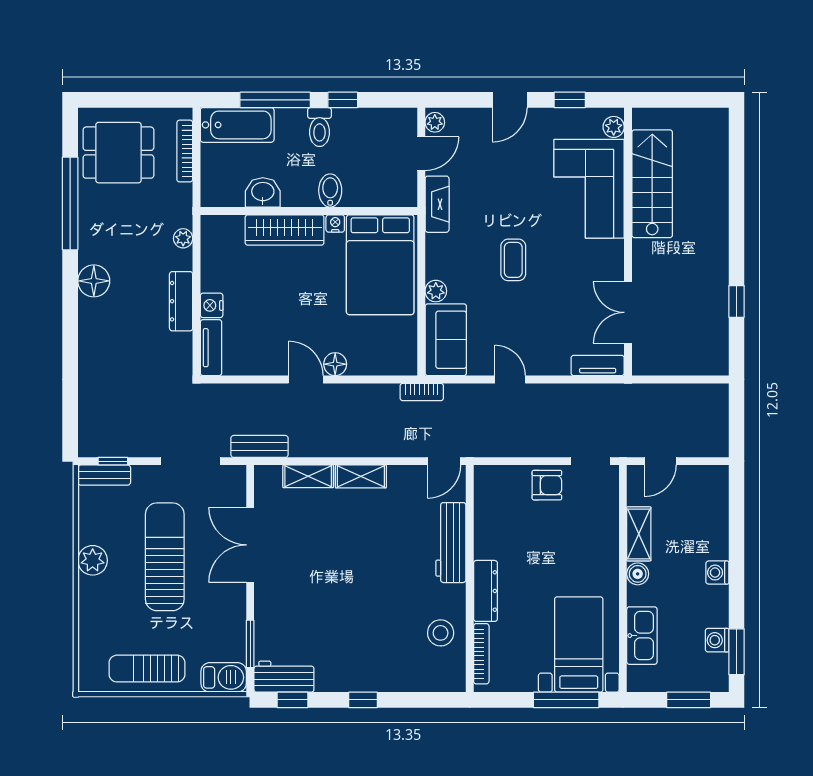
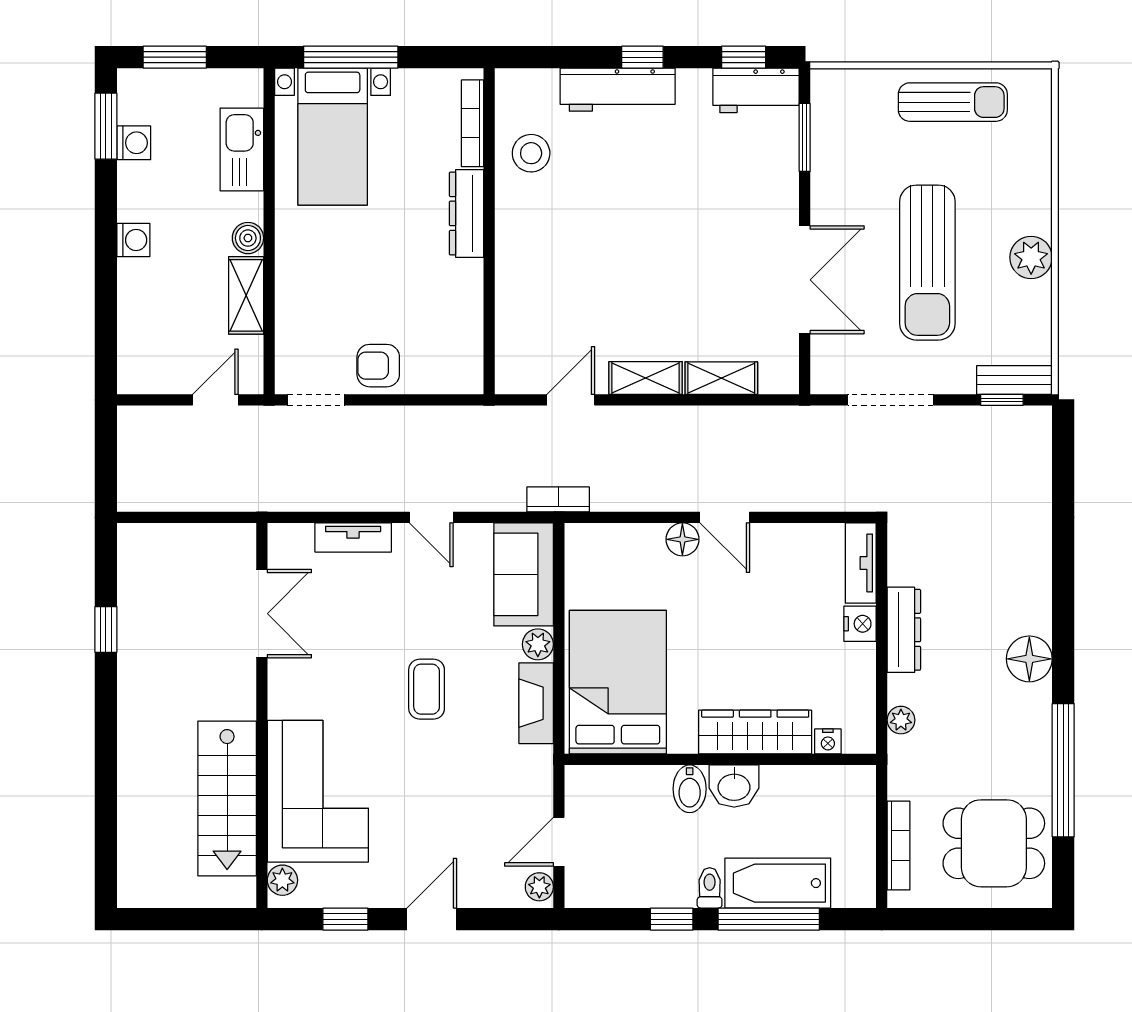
bathtub: (237, 125) -> (778, 883), moved
toilet: (320, 127) -> (710, 888), width x0.73, depth x0.72
washbasin: (263, 192) -> (734, 786), moved
fireplace: (437, 204) -> (536, 703), moved
nightstand: (335, 223) -> (828, 741), moved
tv unit: (598, 365) -> (353, 537), moved
bench: (259, 446) -> (791, 421), removed
door: (444, 461) -> (571, 400), moved
workbench: (451, 543) -> (618, 90), moved, turned 90
barbecue: (224, 677) -> (843, 89), removed

